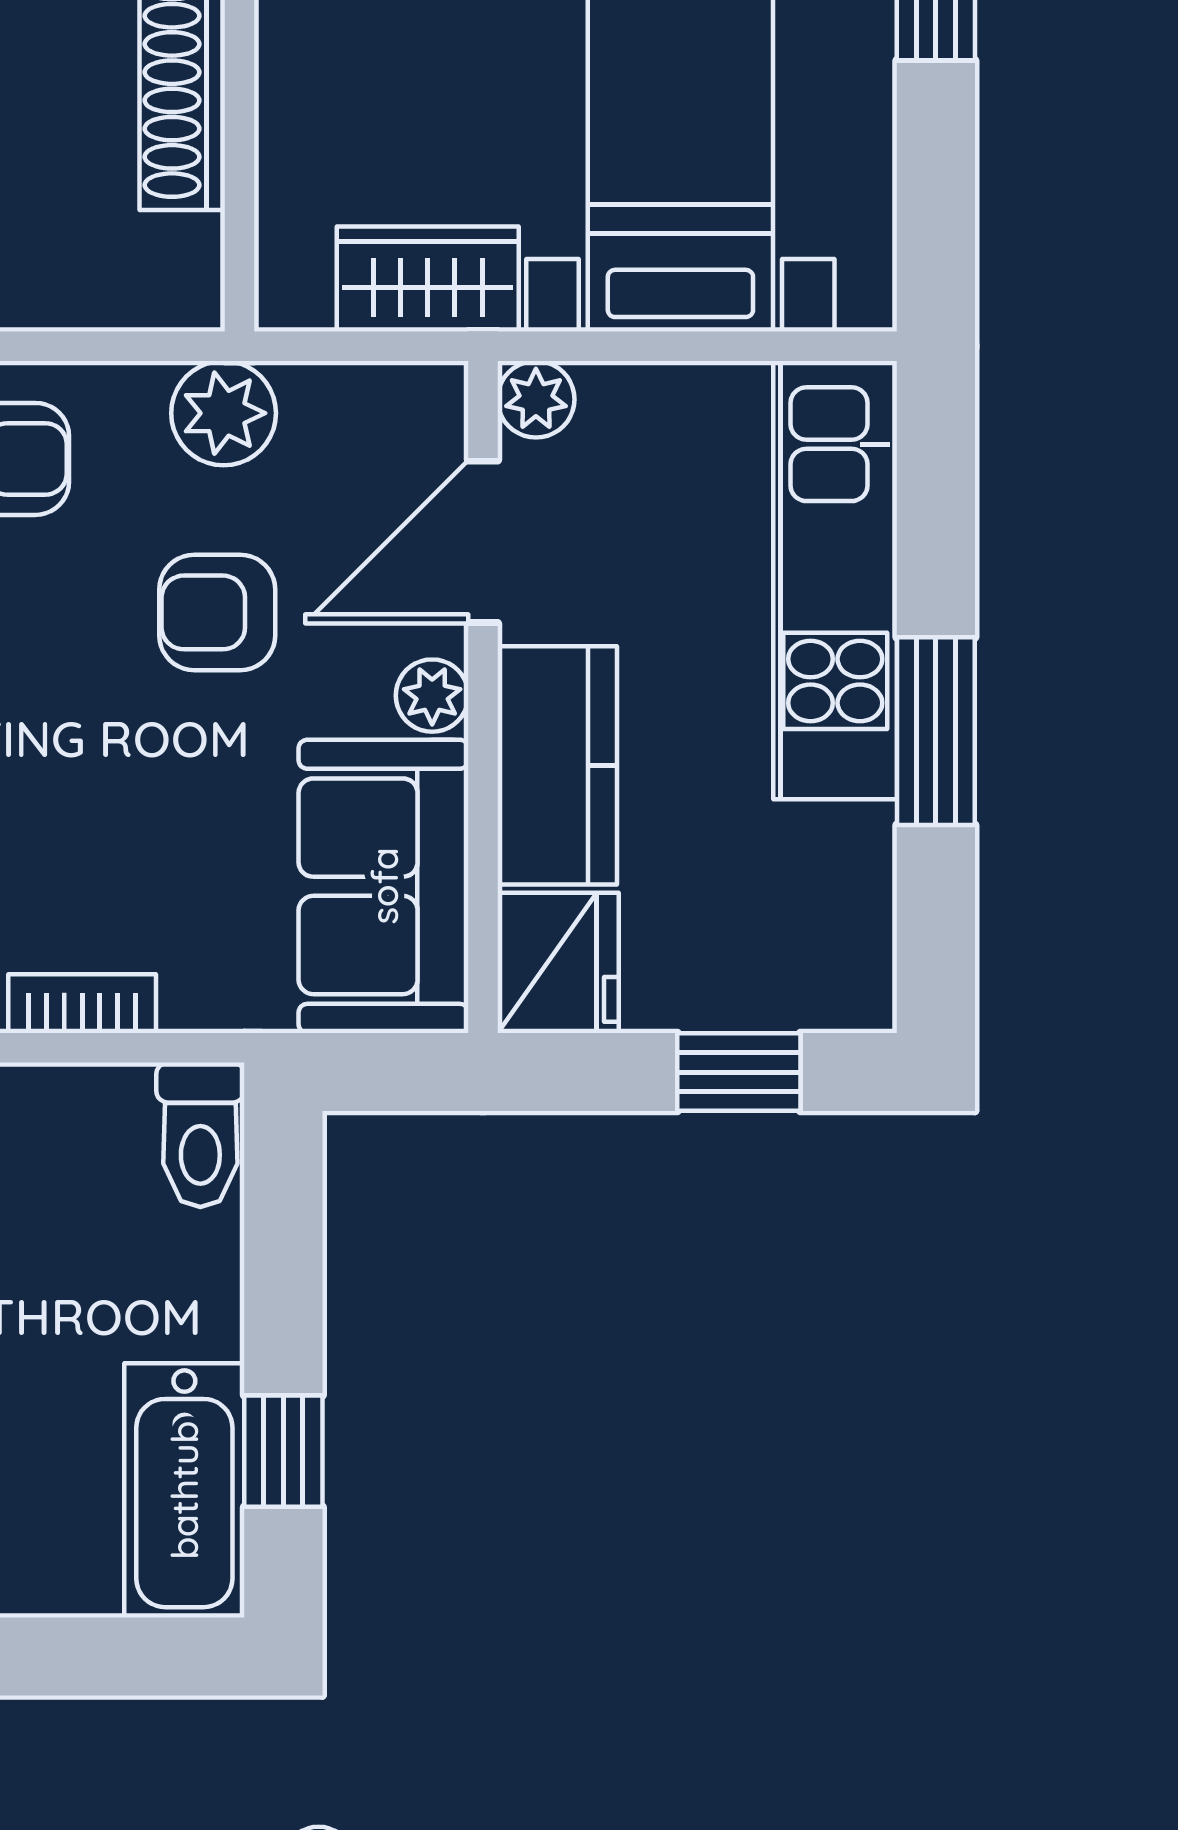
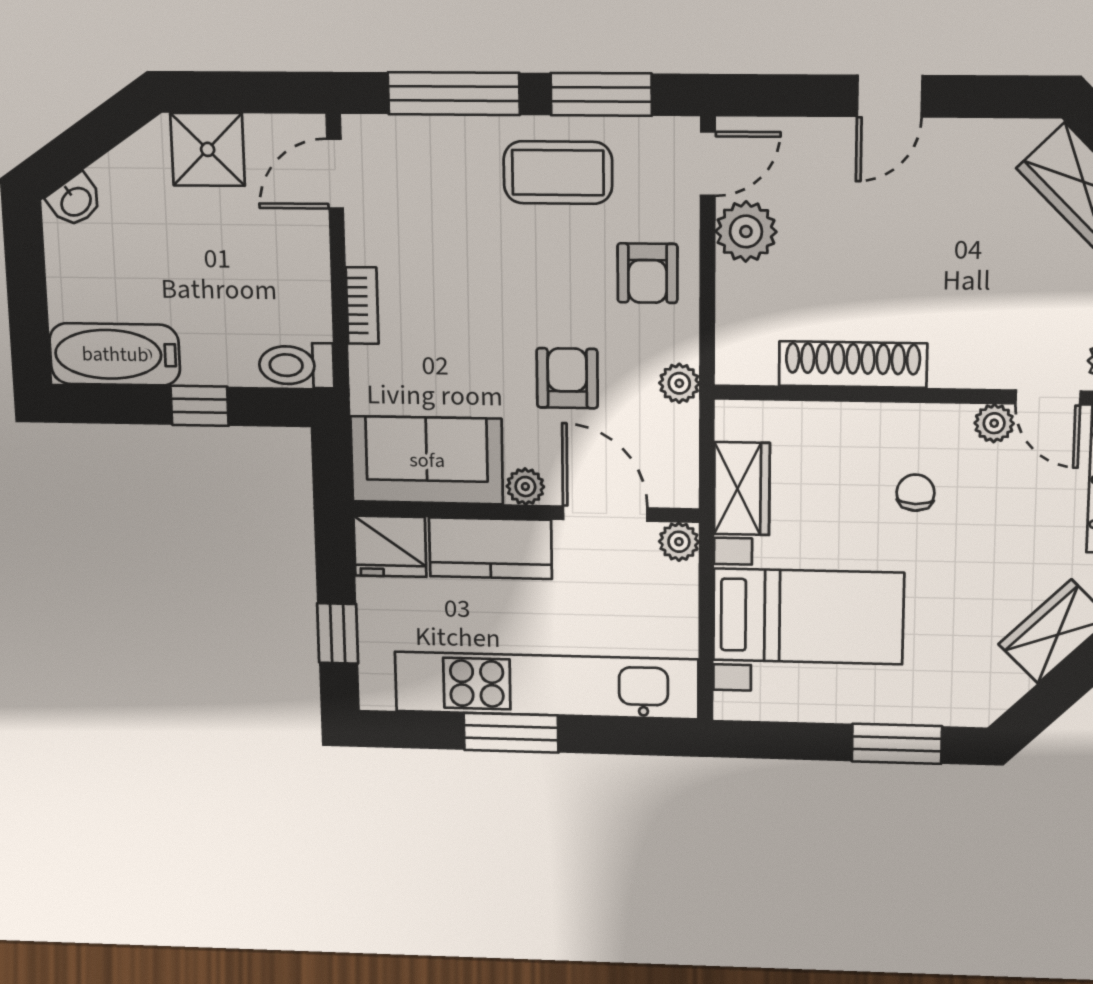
plant: (224, 413) -> (679, 383), width x0.73, depth x0.73
kitchen unit: (835, 580) -> (546, 685), width x1.36
window: (283, 1451) -> (200, 406), moved

